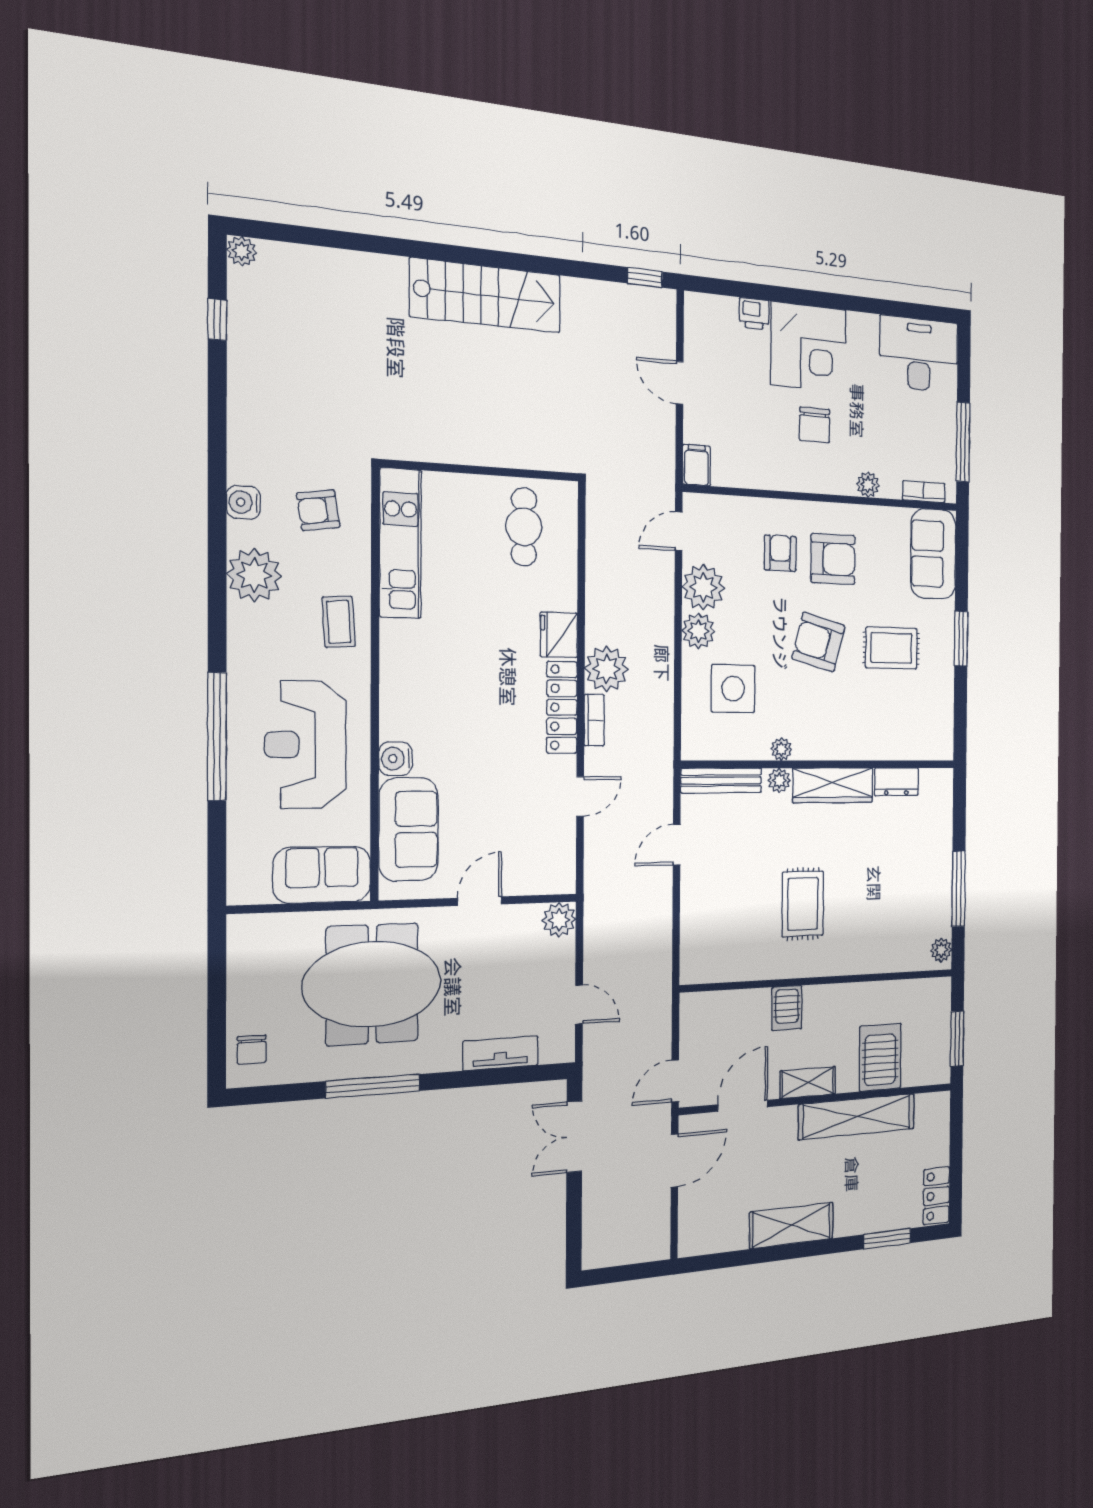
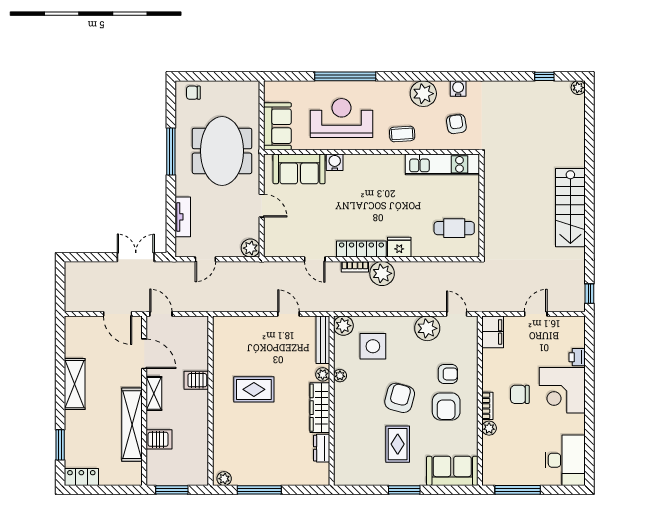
filing cabinet: (697, 465) -> (493, 332), width x2.00
bookcase: (924, 492) -> (487, 406), moved
plant: (698, 631) -> (343, 326), moved
server rack: (880, 1057) -> (159, 439), width x0.73, depth x0.70

